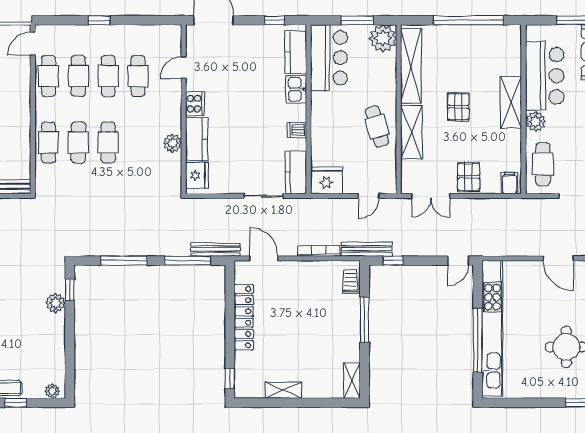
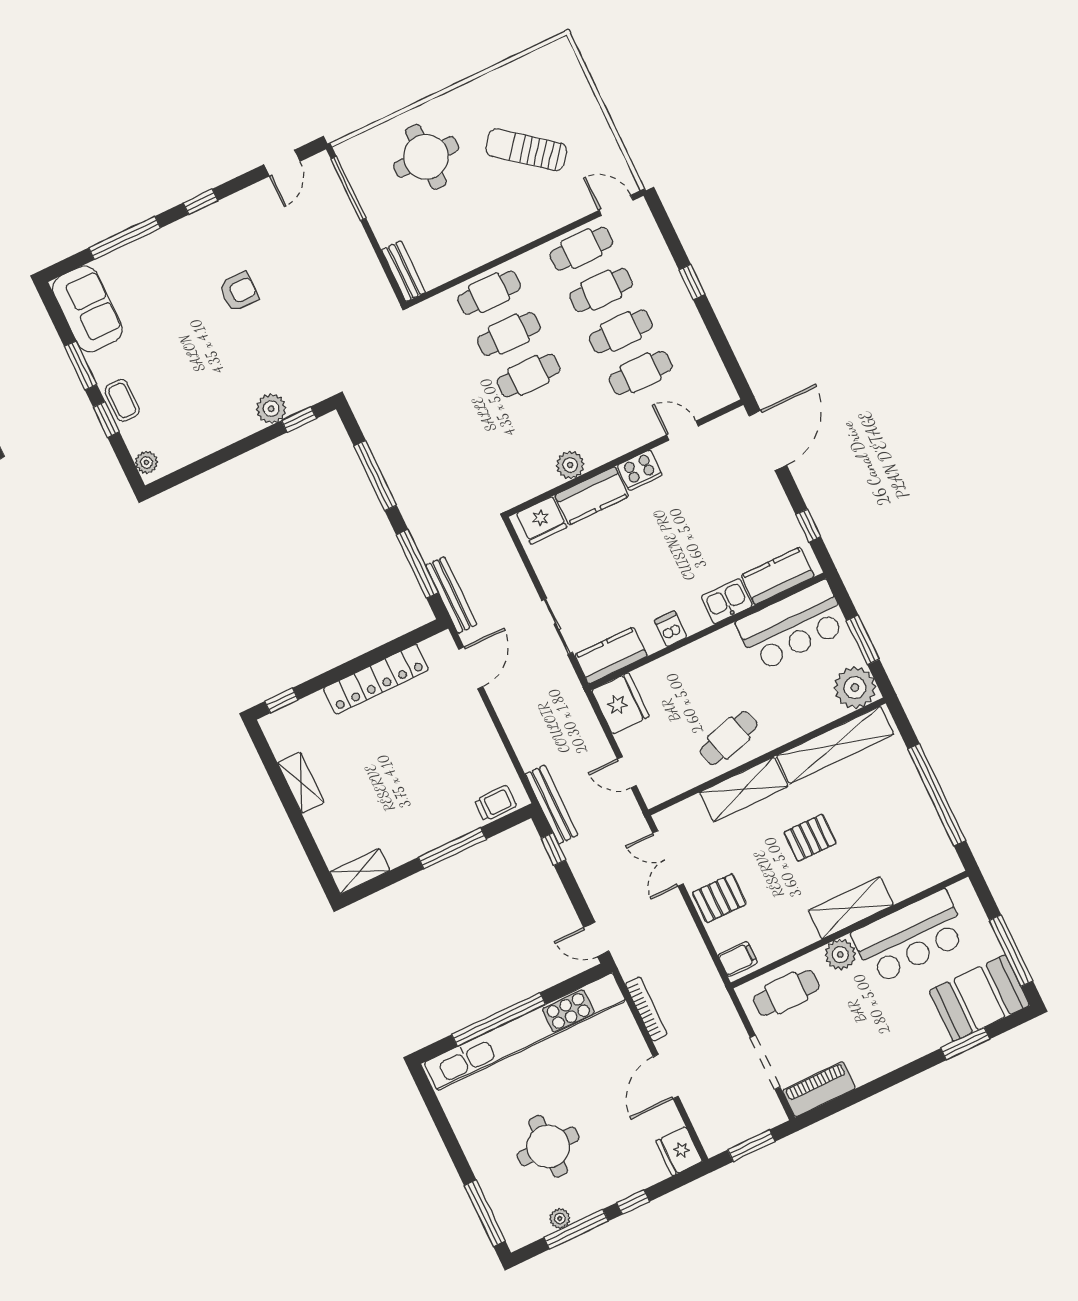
bookcase: (319, 251) -> (646, 1009), moved

